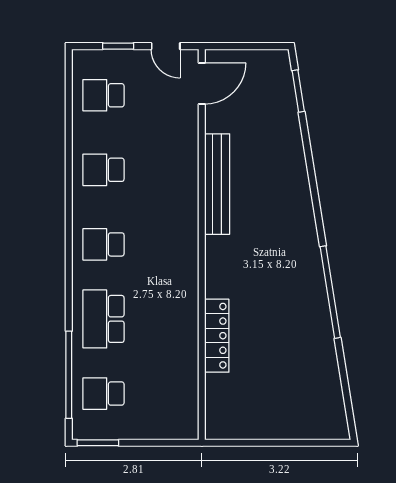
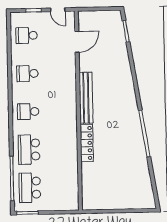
door: (202, 83) -> (77, 42), moved
bench: (217, 184) -> (86, 98), moved
locker: (217, 336) -> (87, 143), moved
school desk: (103, 394) -> (30, 188), width x1.85

